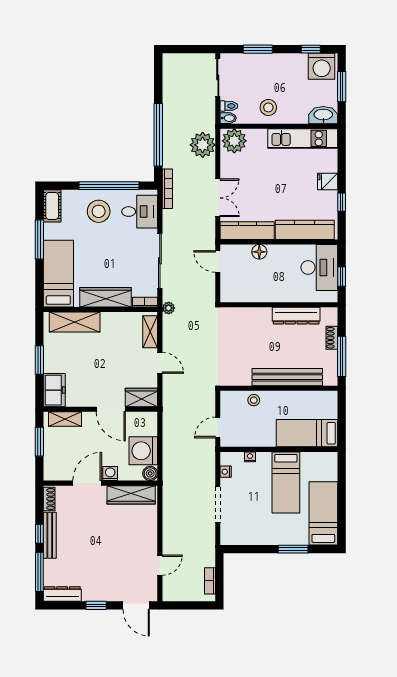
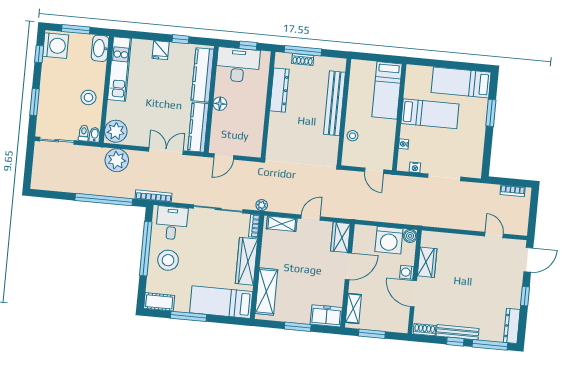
floor lamp: (259, 252) -> (220, 104), moved
window: (342, 356) -> (303, 51), moved
wardrobe: (131, 495) -> (427, 262), width x0.67

